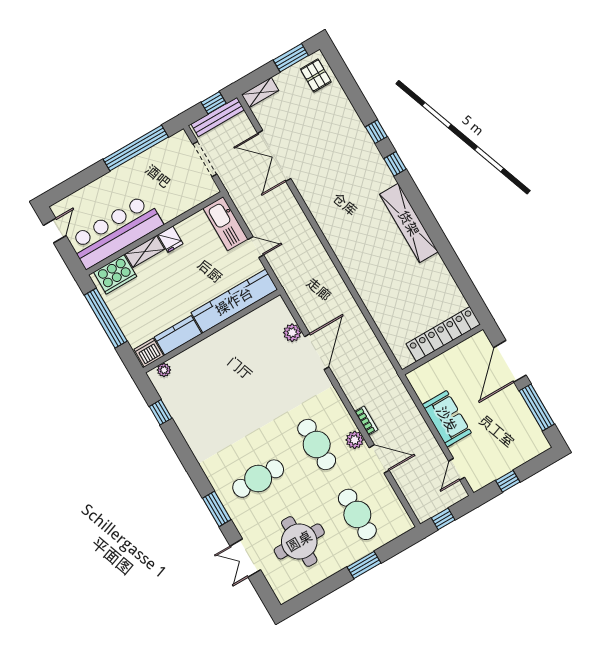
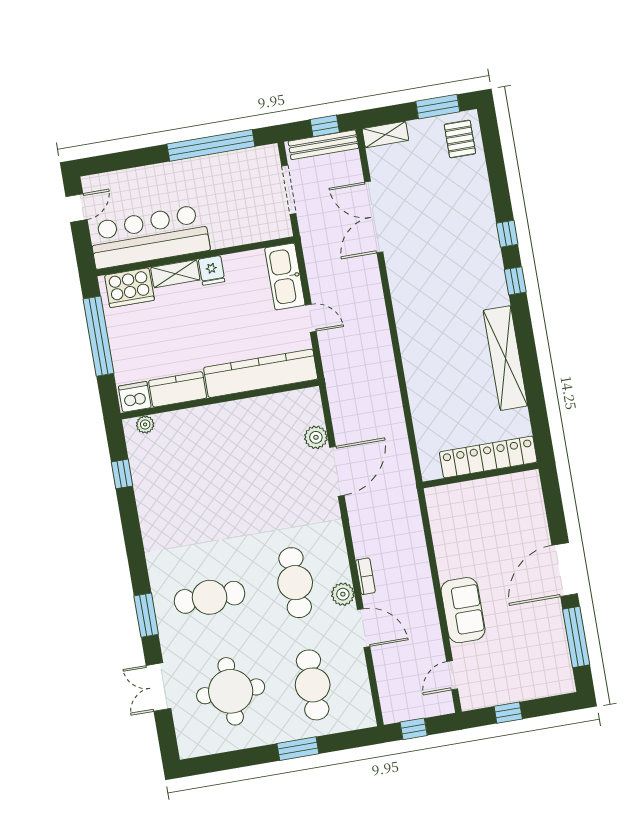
locker: (443, 334) -> (488, 457), moved
wall: (443, 350) -> (480, 475), moved

